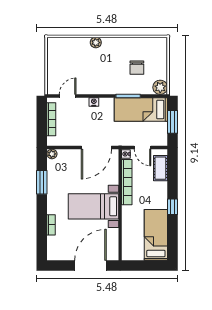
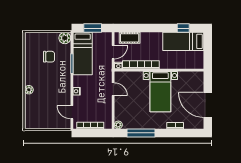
door: (96, 147) -> (113, 89), width x0.53
window: (42, 182) -> (141, 133), width x1.44
window: (173, 207) -> (183, 28), moved
door: (90, 266) -> (208, 105), moved

